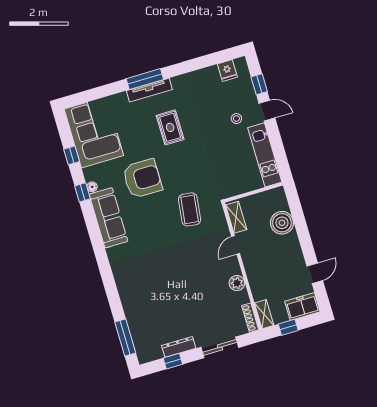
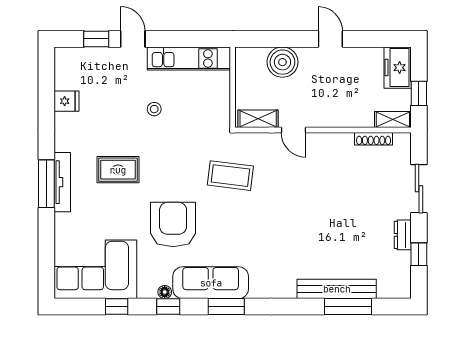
fridge: (227, 70) -> (67, 101), moved
door: (267, 111) -> (133, 39), hinge flipped
stool: (236, 119) -> (154, 109), moved
window: (95, 234) -> (226, 307), added
door: (315, 273) -> (330, 39), moved
plant: (237, 283) -> (343, 143), removed
bench: (131, 309) -> (337, 289), added
shoe rack: (250, 318) -> (374, 139), moved
window: (125, 338) -> (348, 307), moved
dresser: (179, 347) -> (403, 235), width x0.70

